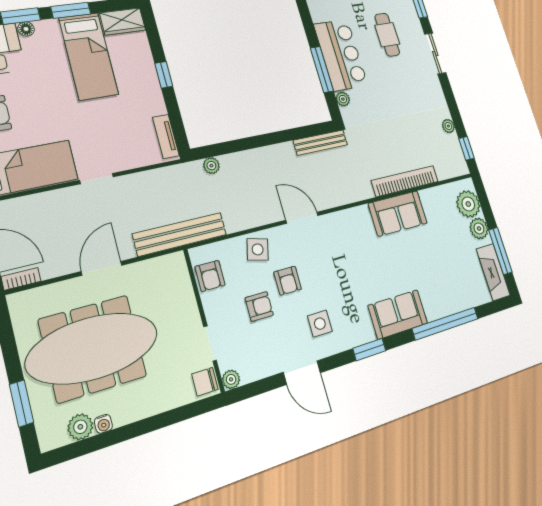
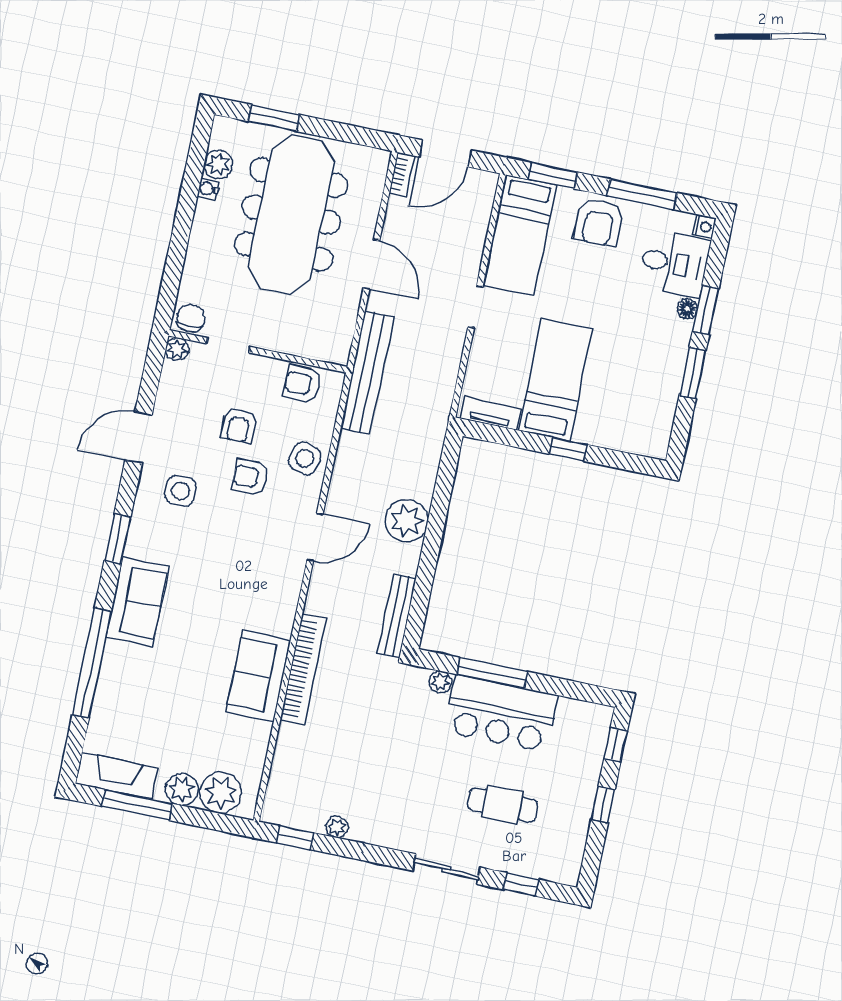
wardrobe: (123, 21) -> (656, 430), removed
bed: (89, 56) -> (555, 380), moved, turned 90
plant: (211, 166) -> (407, 521), moved, width x1.88, depth x1.88
bookcase: (405, 181) -> (303, 669), moved

